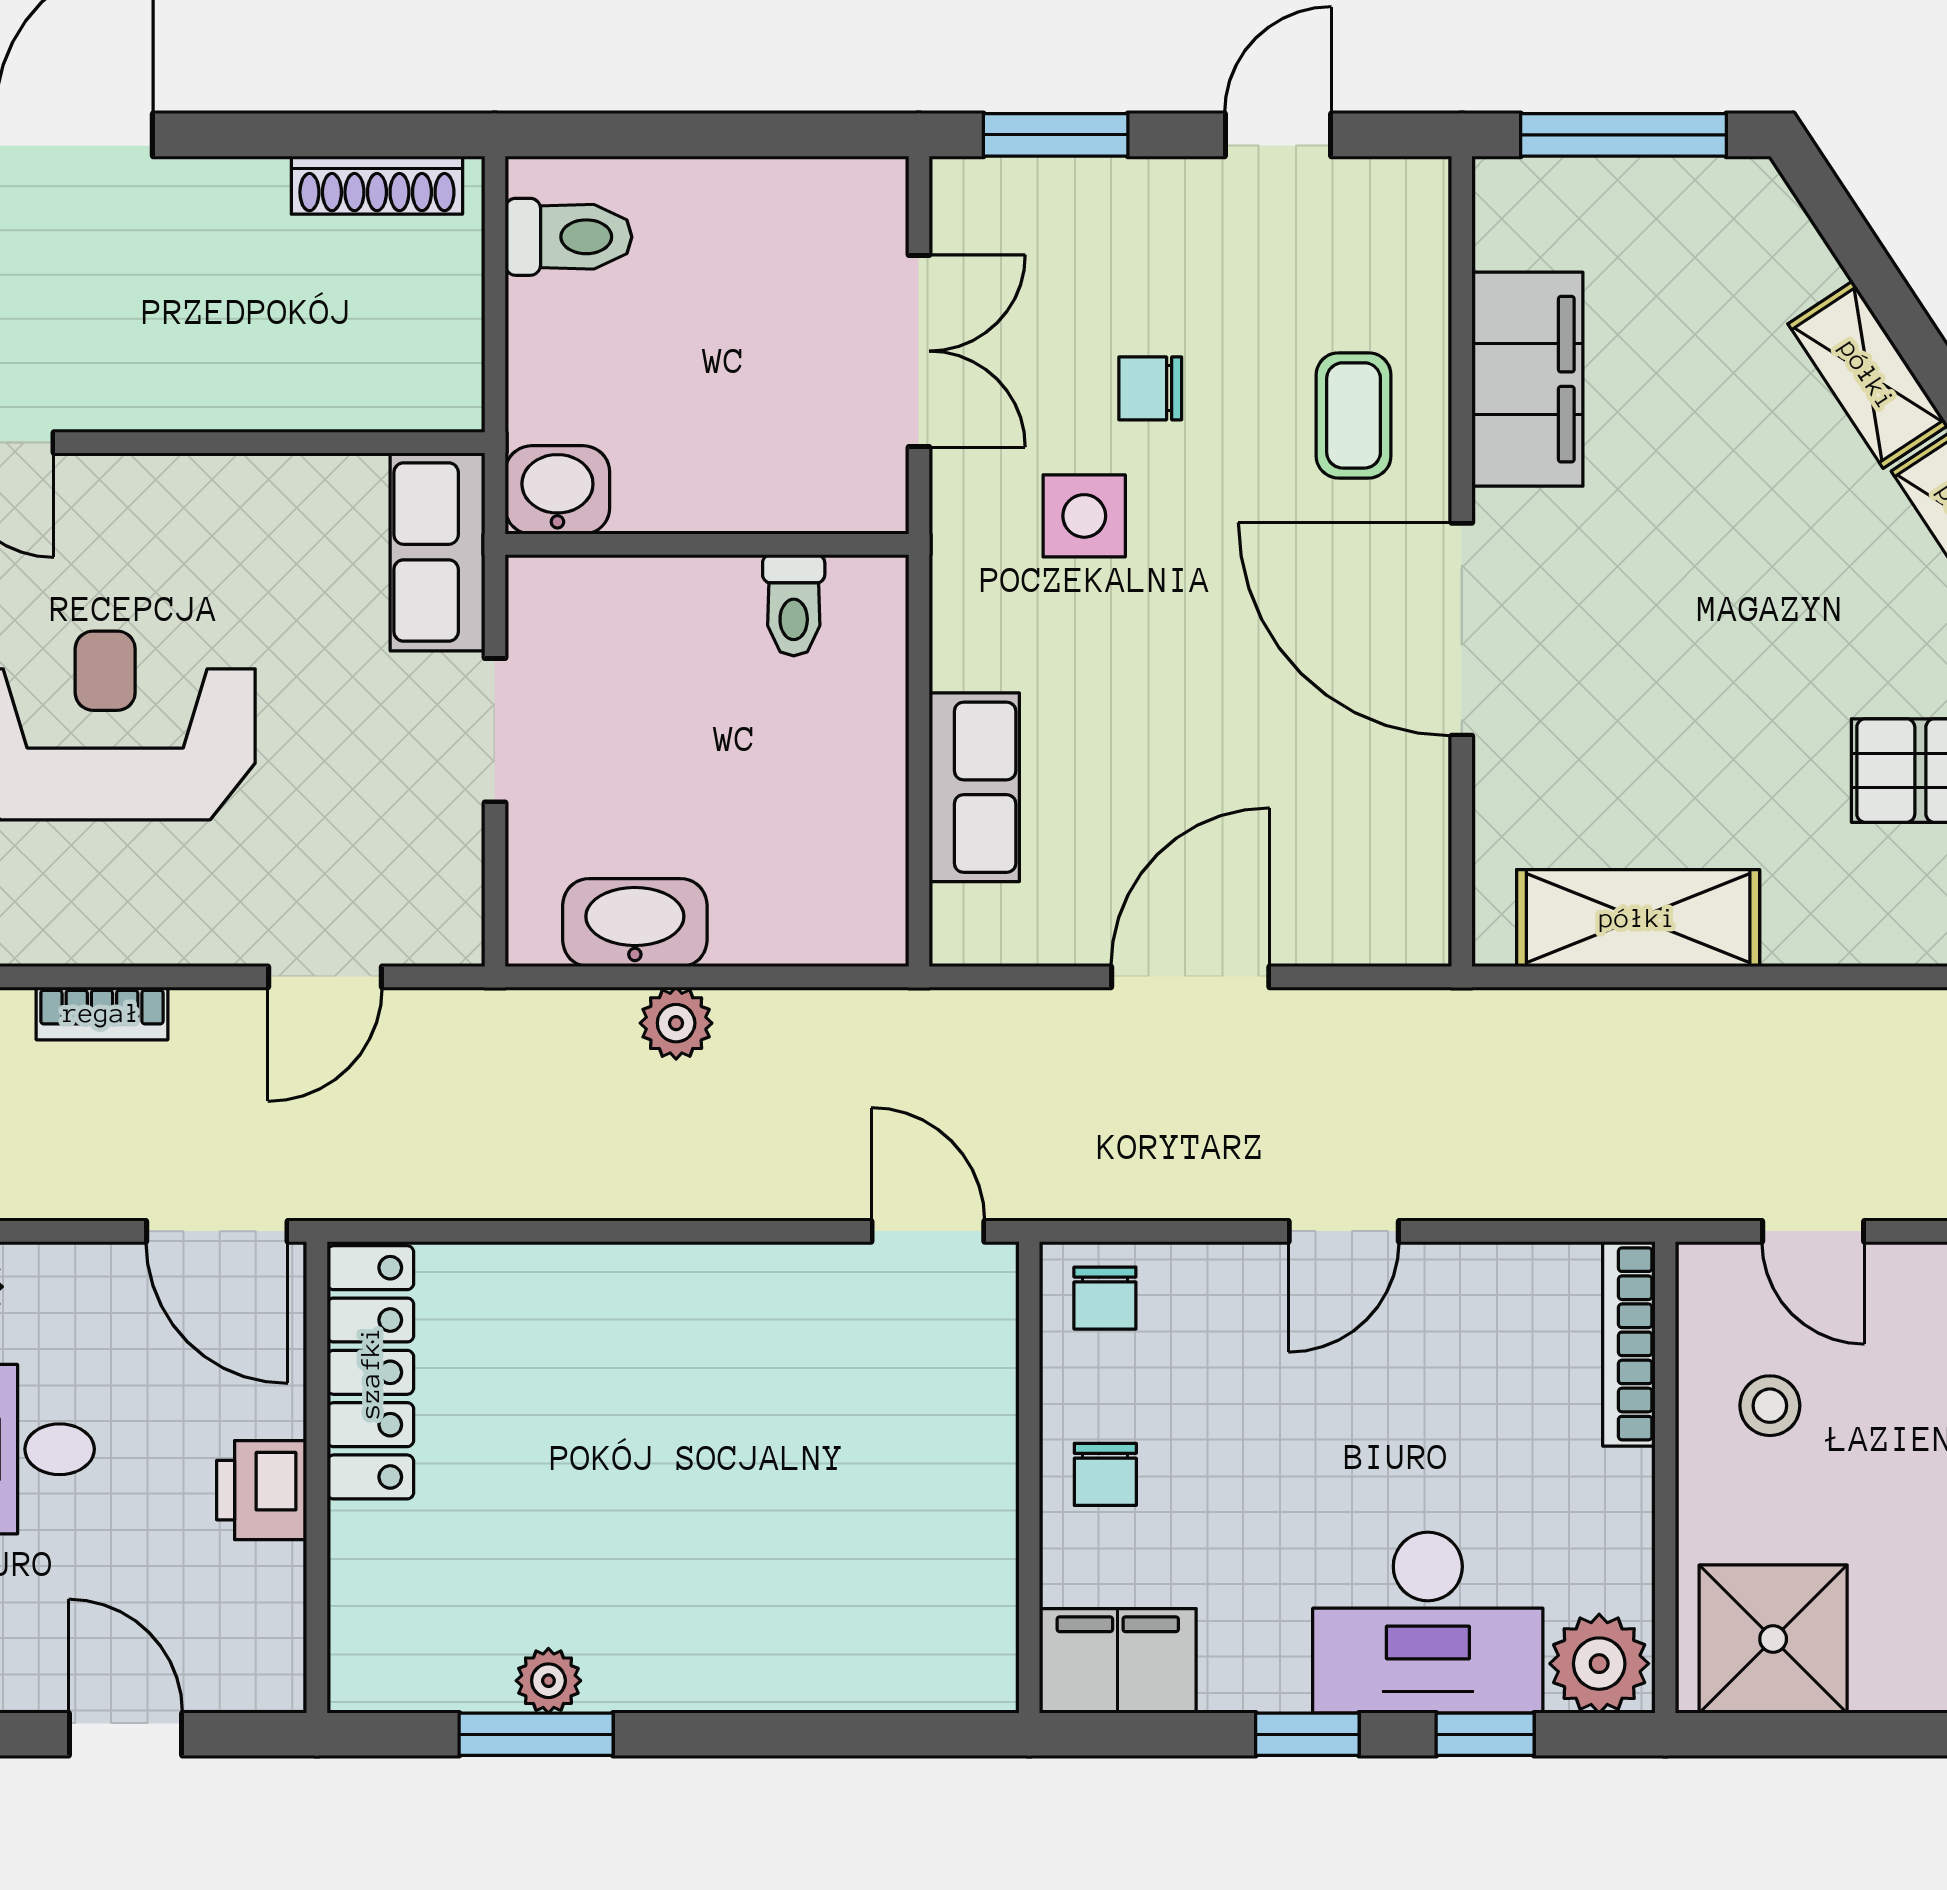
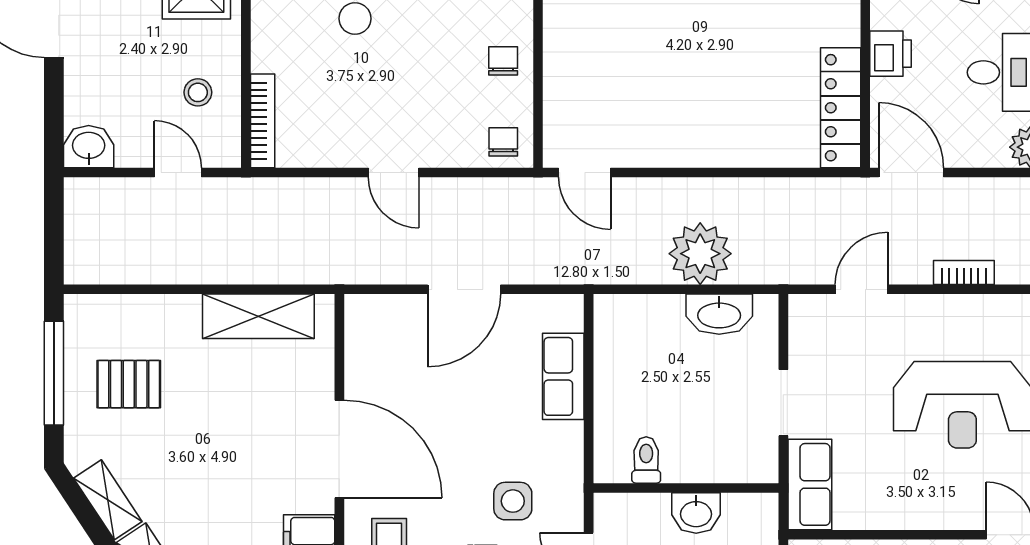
washbasin: (557, 490) -> (696, 513), moved
plant: (676, 1023) -> (700, 254), width x1.88, depth x1.88
door: (1344, 1231) -> (394, 172), swing flipped

